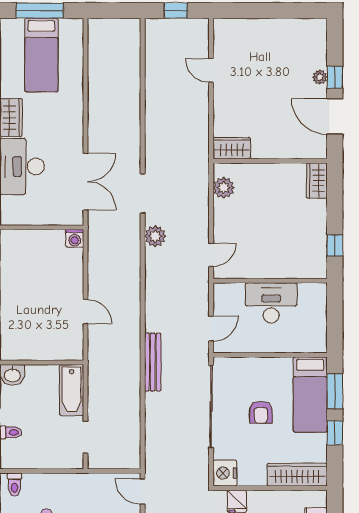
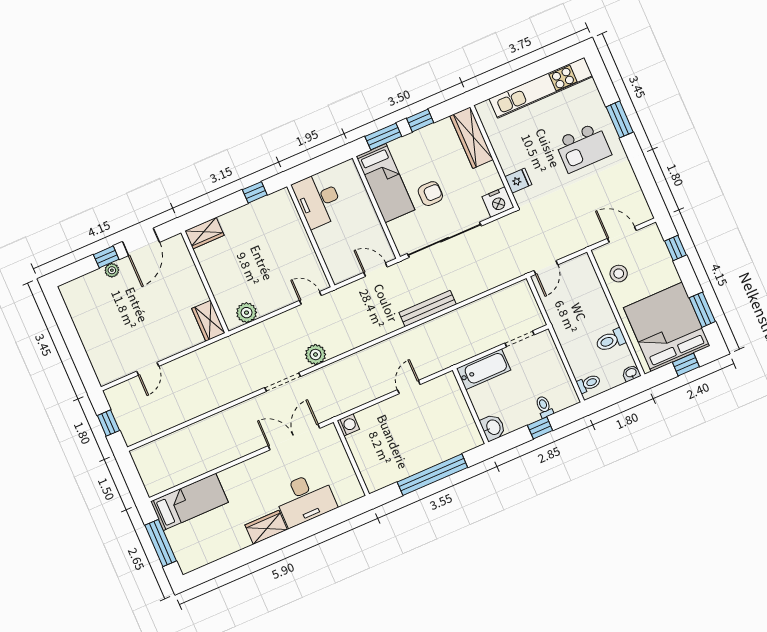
bed: (41, 55) -> (189, 502), moved
desk: (271, 303) -> (318, 200), moved
bed: (310, 395) -> (385, 183), moved, turned 90

